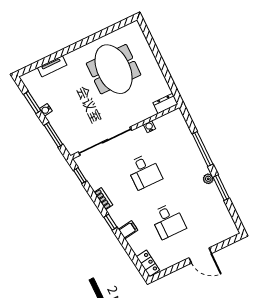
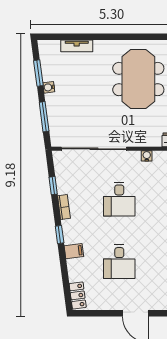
window: (80, 176) -> (53, 186), moved

